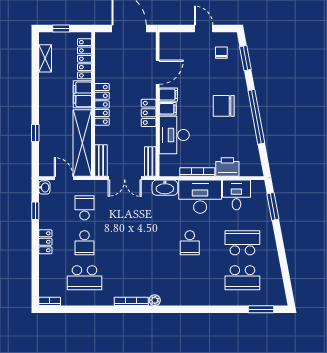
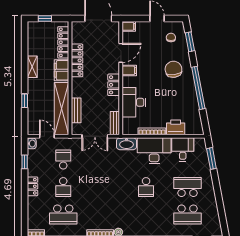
shelving: (45, 58) -> (32, 67), moved
locker: (102, 104) -> (77, 60), moved
chair: (224, 106) -> (173, 69), moved, turned 82
filing cabinet: (168, 109) -> (129, 26), moved
bench: (101, 161) -> (76, 110), moved

